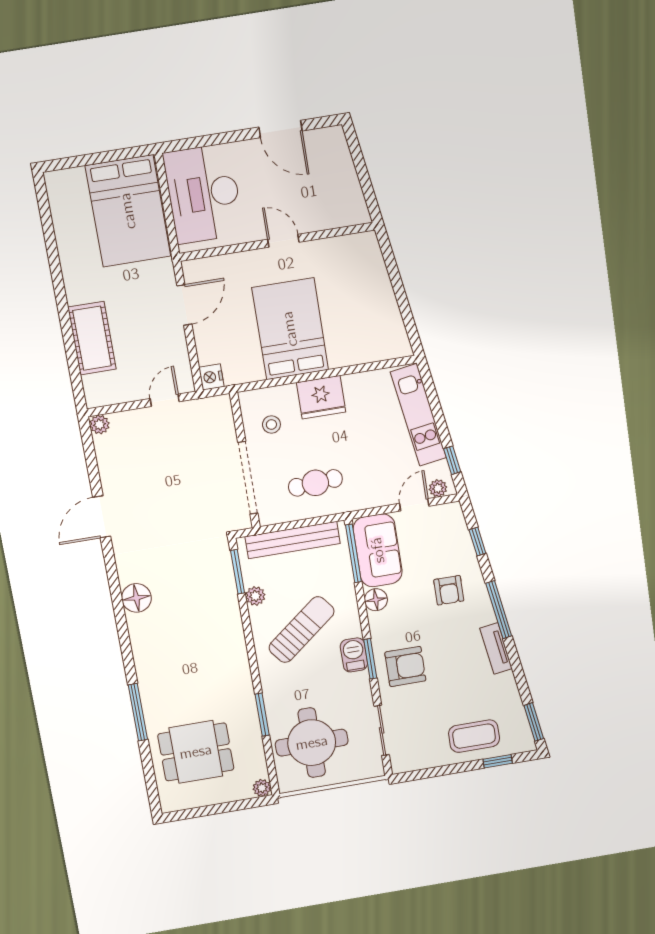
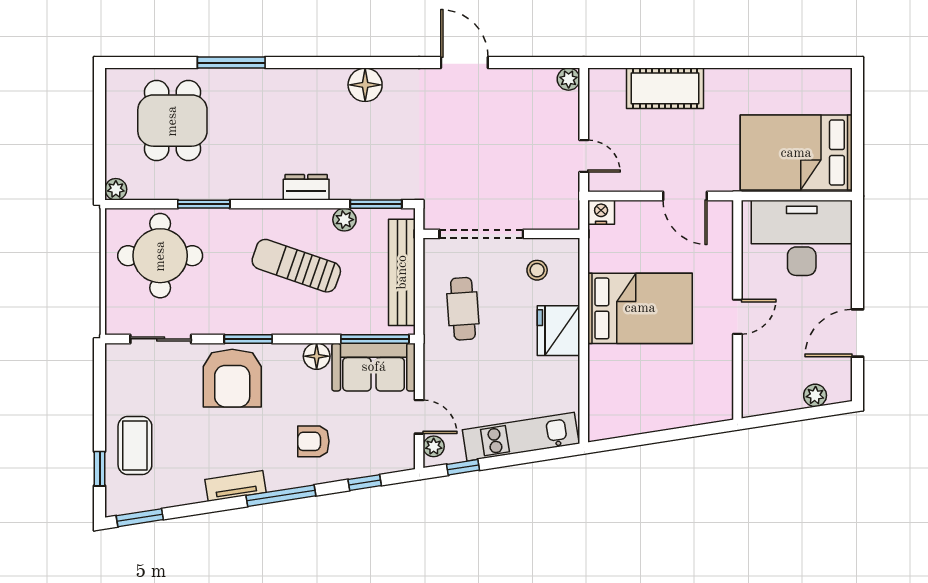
plant: (342, 159) -> (815, 395), added
sun lounger: (302, 630) -> (296, 266), turned 147
dresser: (233, 633) -> (306, 187), added
barbecue: (354, 655) -> (256, 321), removed
armchair: (405, 666) -> (232, 378), width x1.36, depth x1.36

